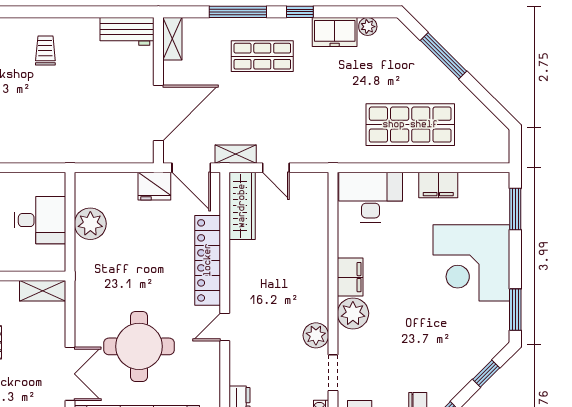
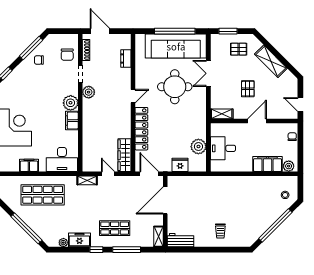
window: (443, 56) -> (26, 228), width x1.46
shelving: (236, 154) -> (87, 180), moved
fridge: (154, 186) -> (180, 165), moved

